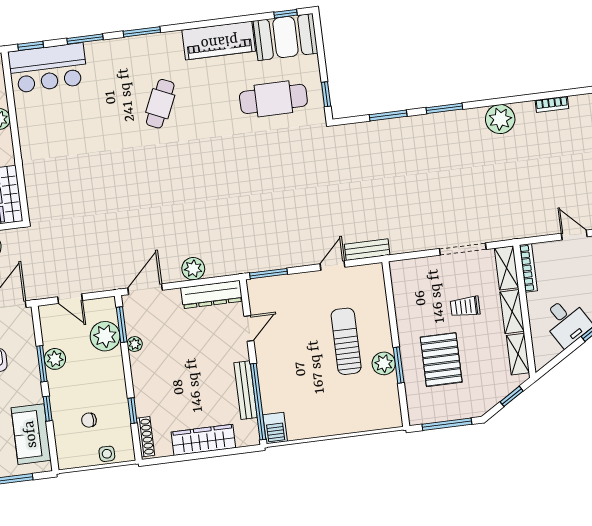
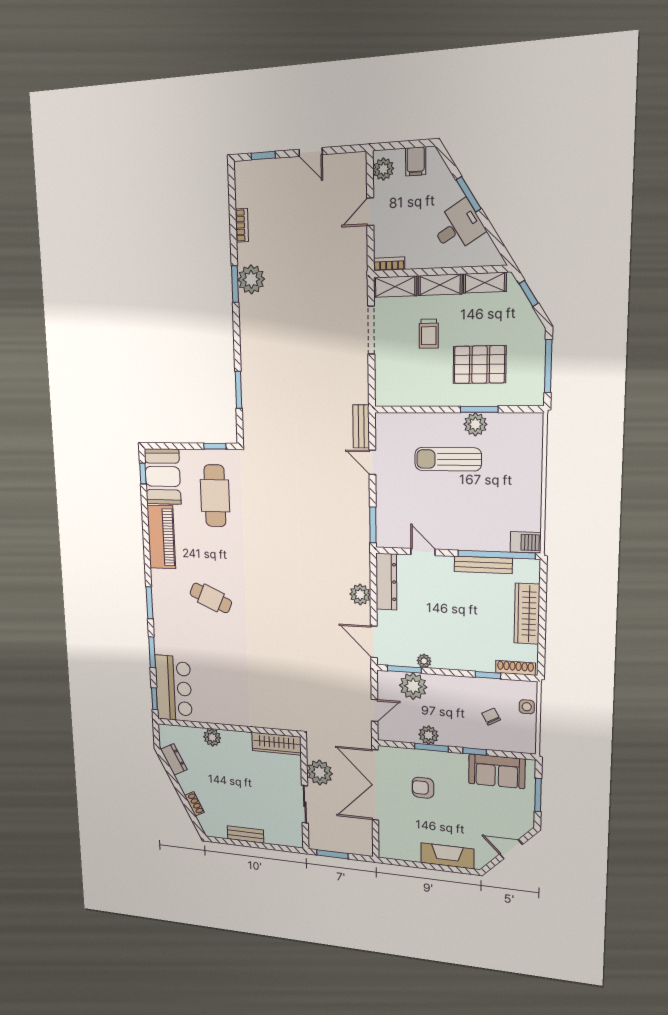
window: (444, 108) -> (235, 284), moved
bookcase: (528, 268) -> (389, 264), width x0.64
chair: (89, 420) -> (491, 717), turned 151

